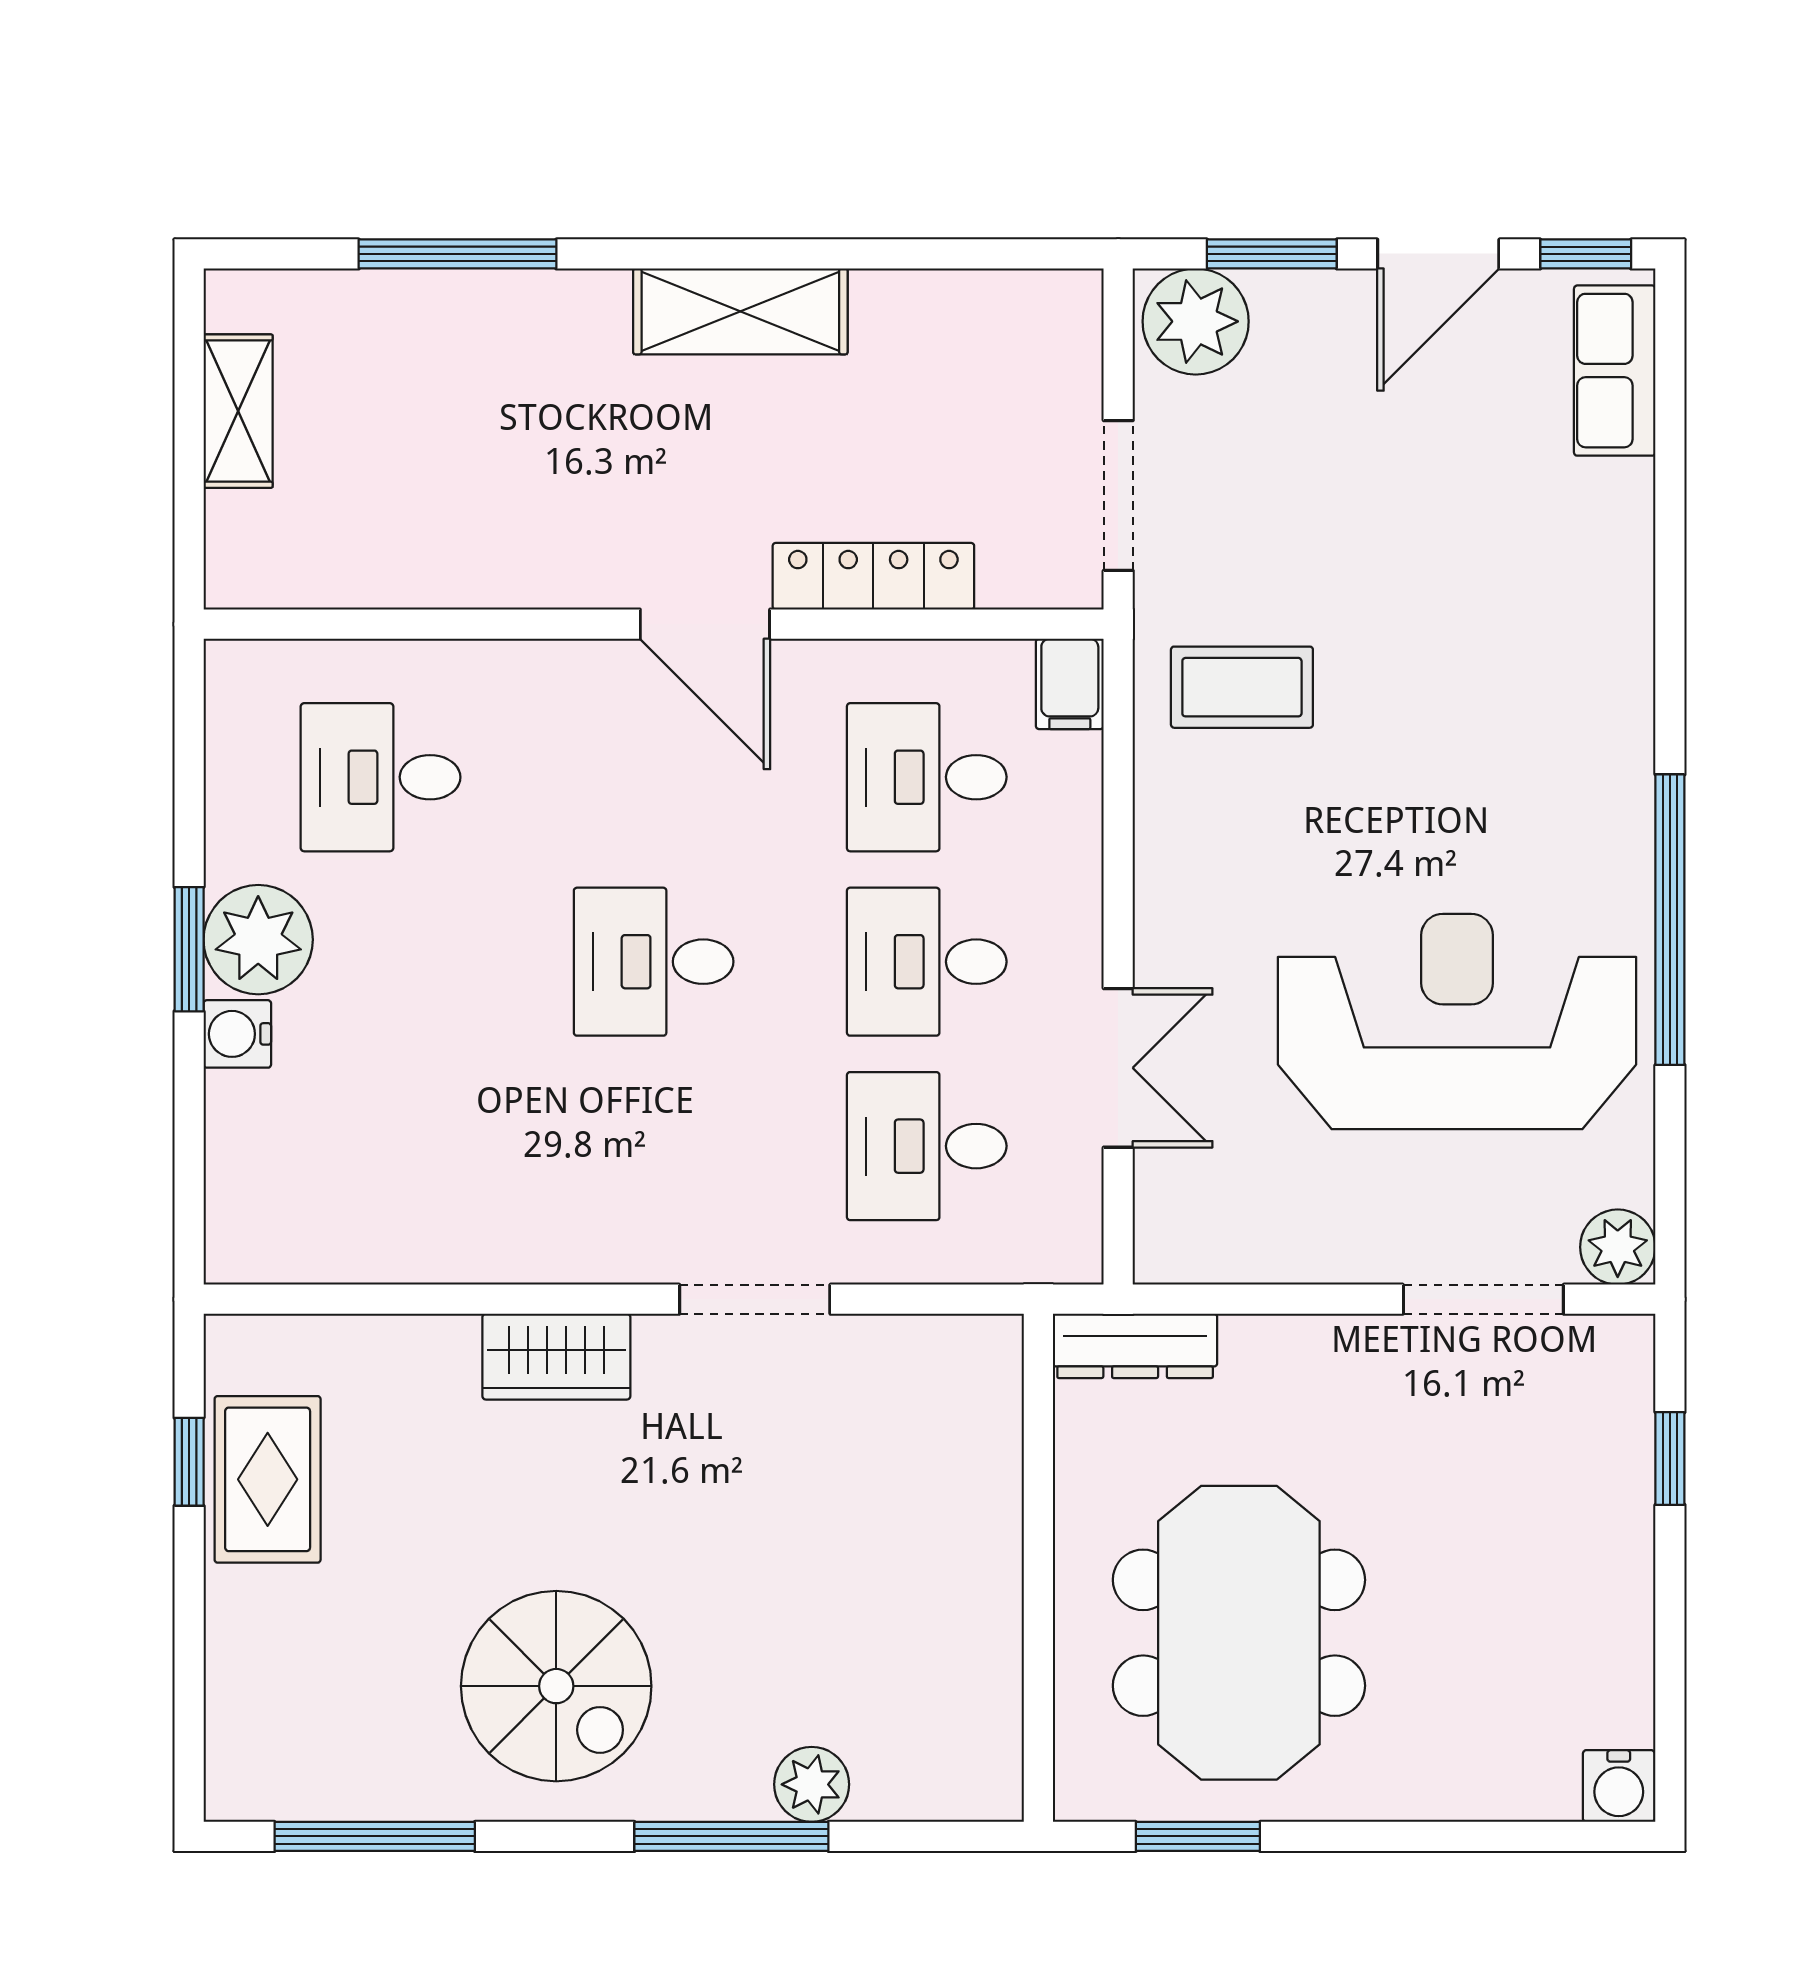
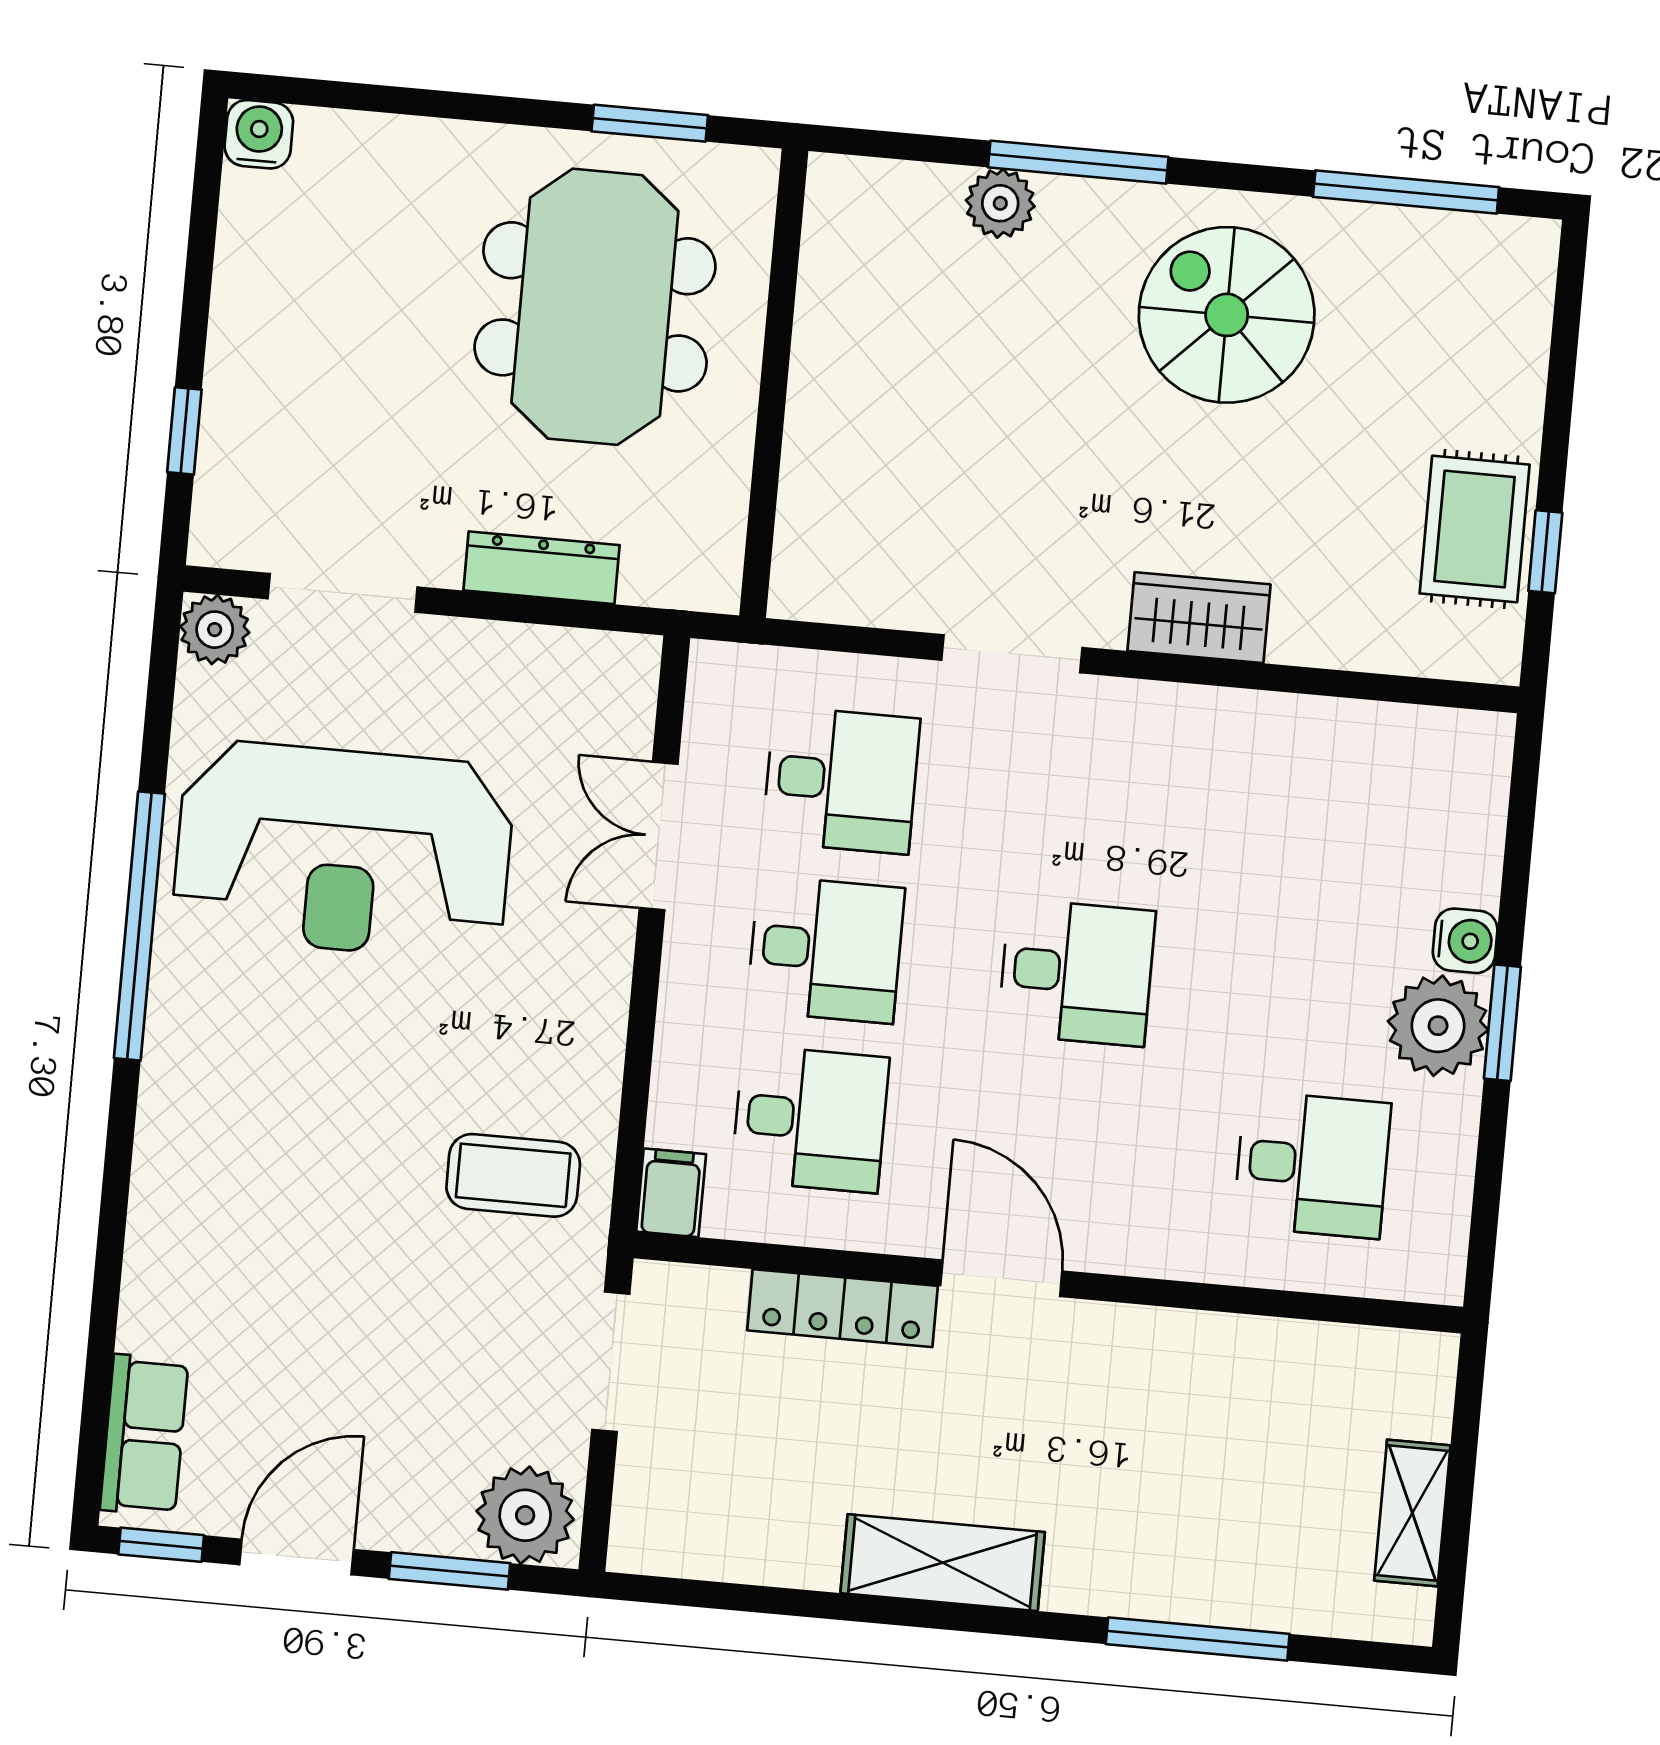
dresser: (1135, 1346) -> (541, 568), moved

